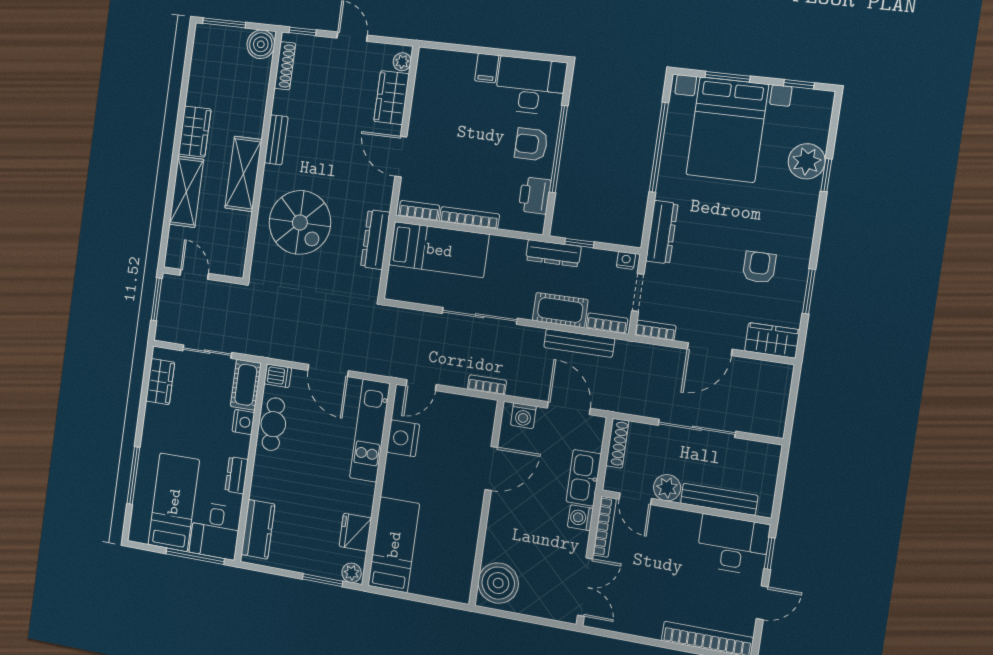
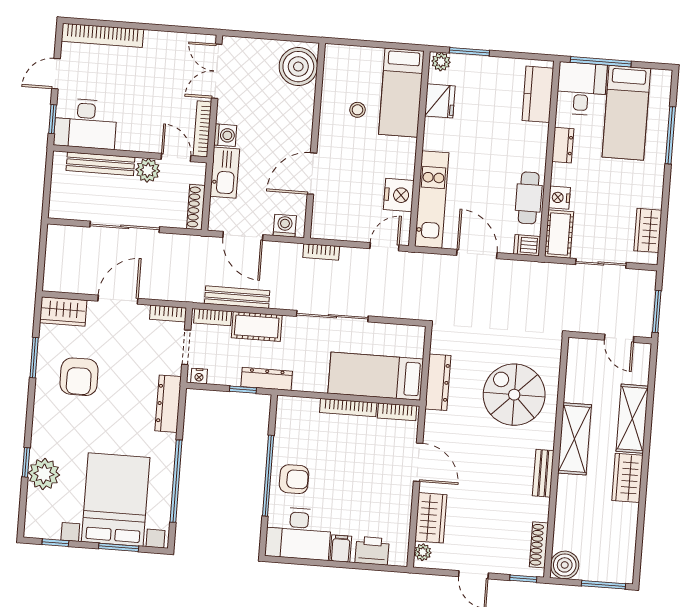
printer: (535, 195) -> (372, 551), moved, turned -90
armchair: (759, 267) -> (79, 377), width x1.38, depth x1.38
stool: (440, 531) -> (357, 110), added

